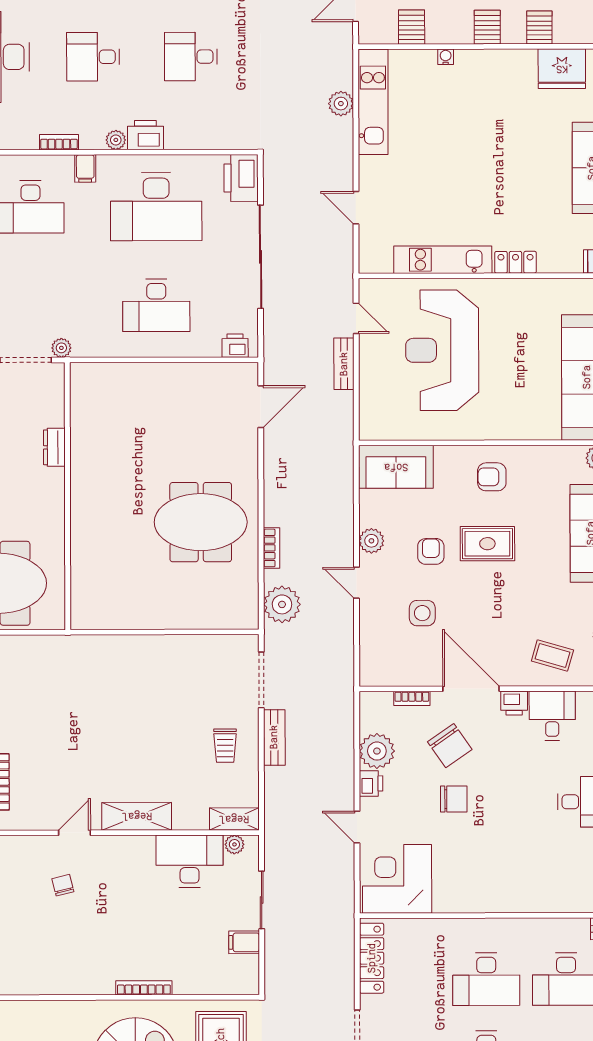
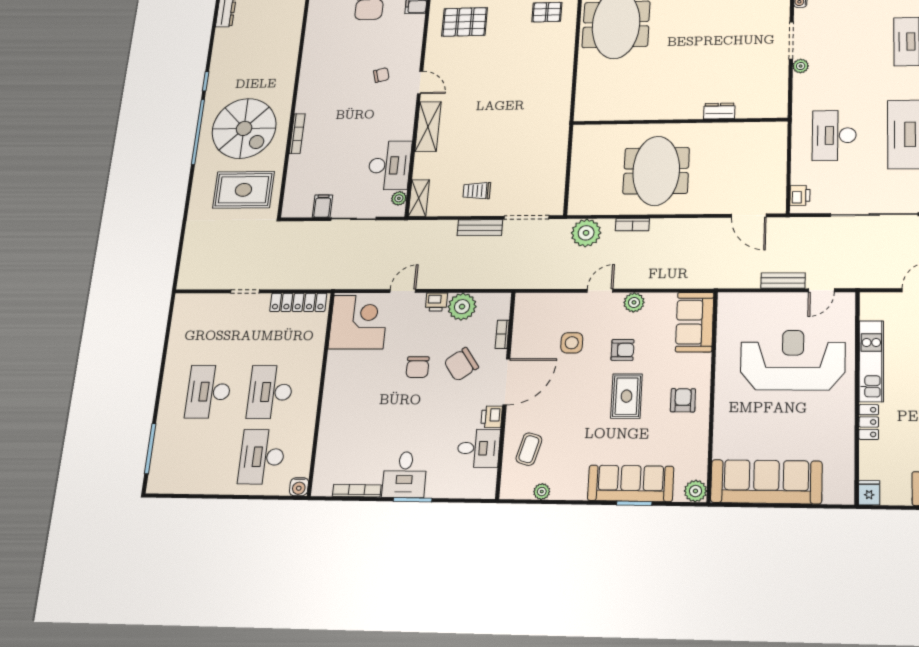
dresser: (54, 447) -> (719, 111), moved
wall: (68, 496) -> (680, 121), moved

